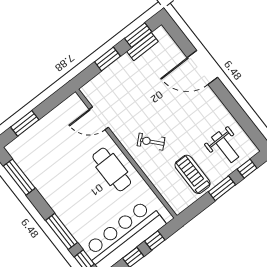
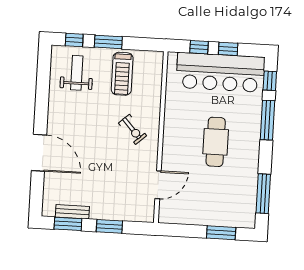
door: (99, 118) -> (158, 185), hinge flipped
cafe table: (112, 169) -> (216, 142), moved

